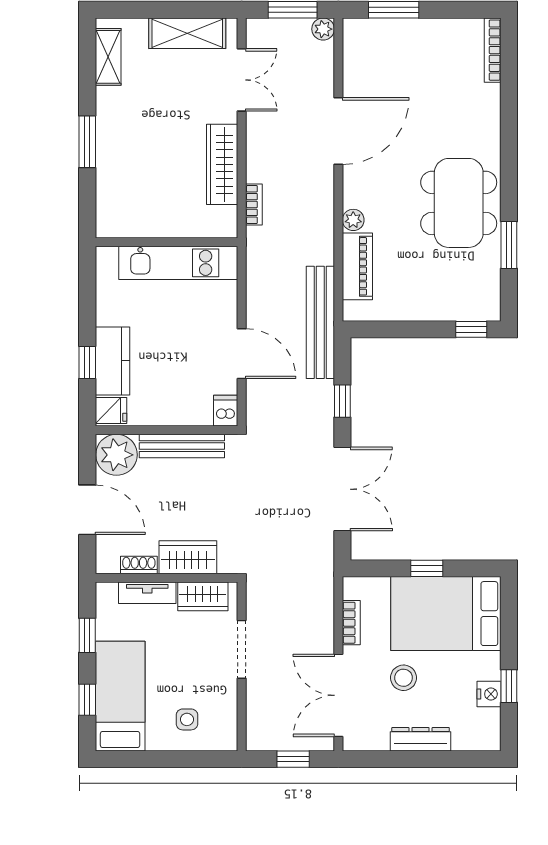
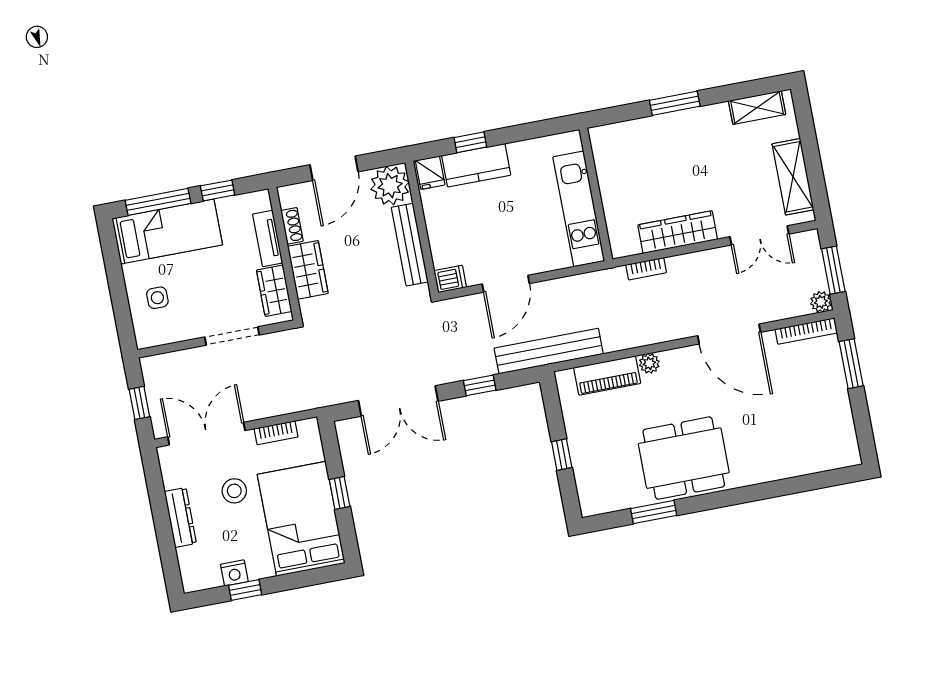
bookcase: (493, 50) -> (806, 331), moved, turned 180
window: (471, 329) -> (562, 455), moved
window: (87, 700) -> (158, 202), width x2.17

